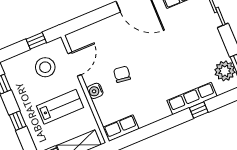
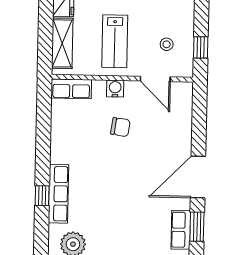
stool: (45, 67) -> (167, 44), width x0.53, depth x0.53
row of seats: (121, 128) -> (71, 89), moved, turned 90

